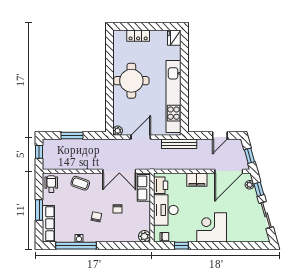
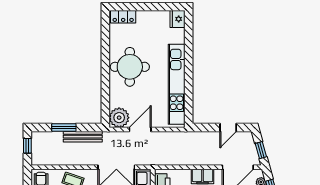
locker: (138, 36) -> (123, 17), moved
plant: (118, 131) -> (119, 118), width x1.88, depth x1.88
bench: (179, 144) -> (83, 137), moved

